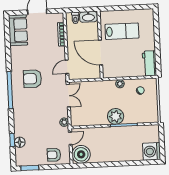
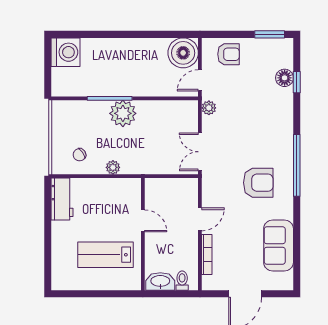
sofa: (18, 30) -> (279, 245), moved
door: (100, 53) -> (143, 221), width x0.53
door: (67, 67) -> (200, 219), moved

